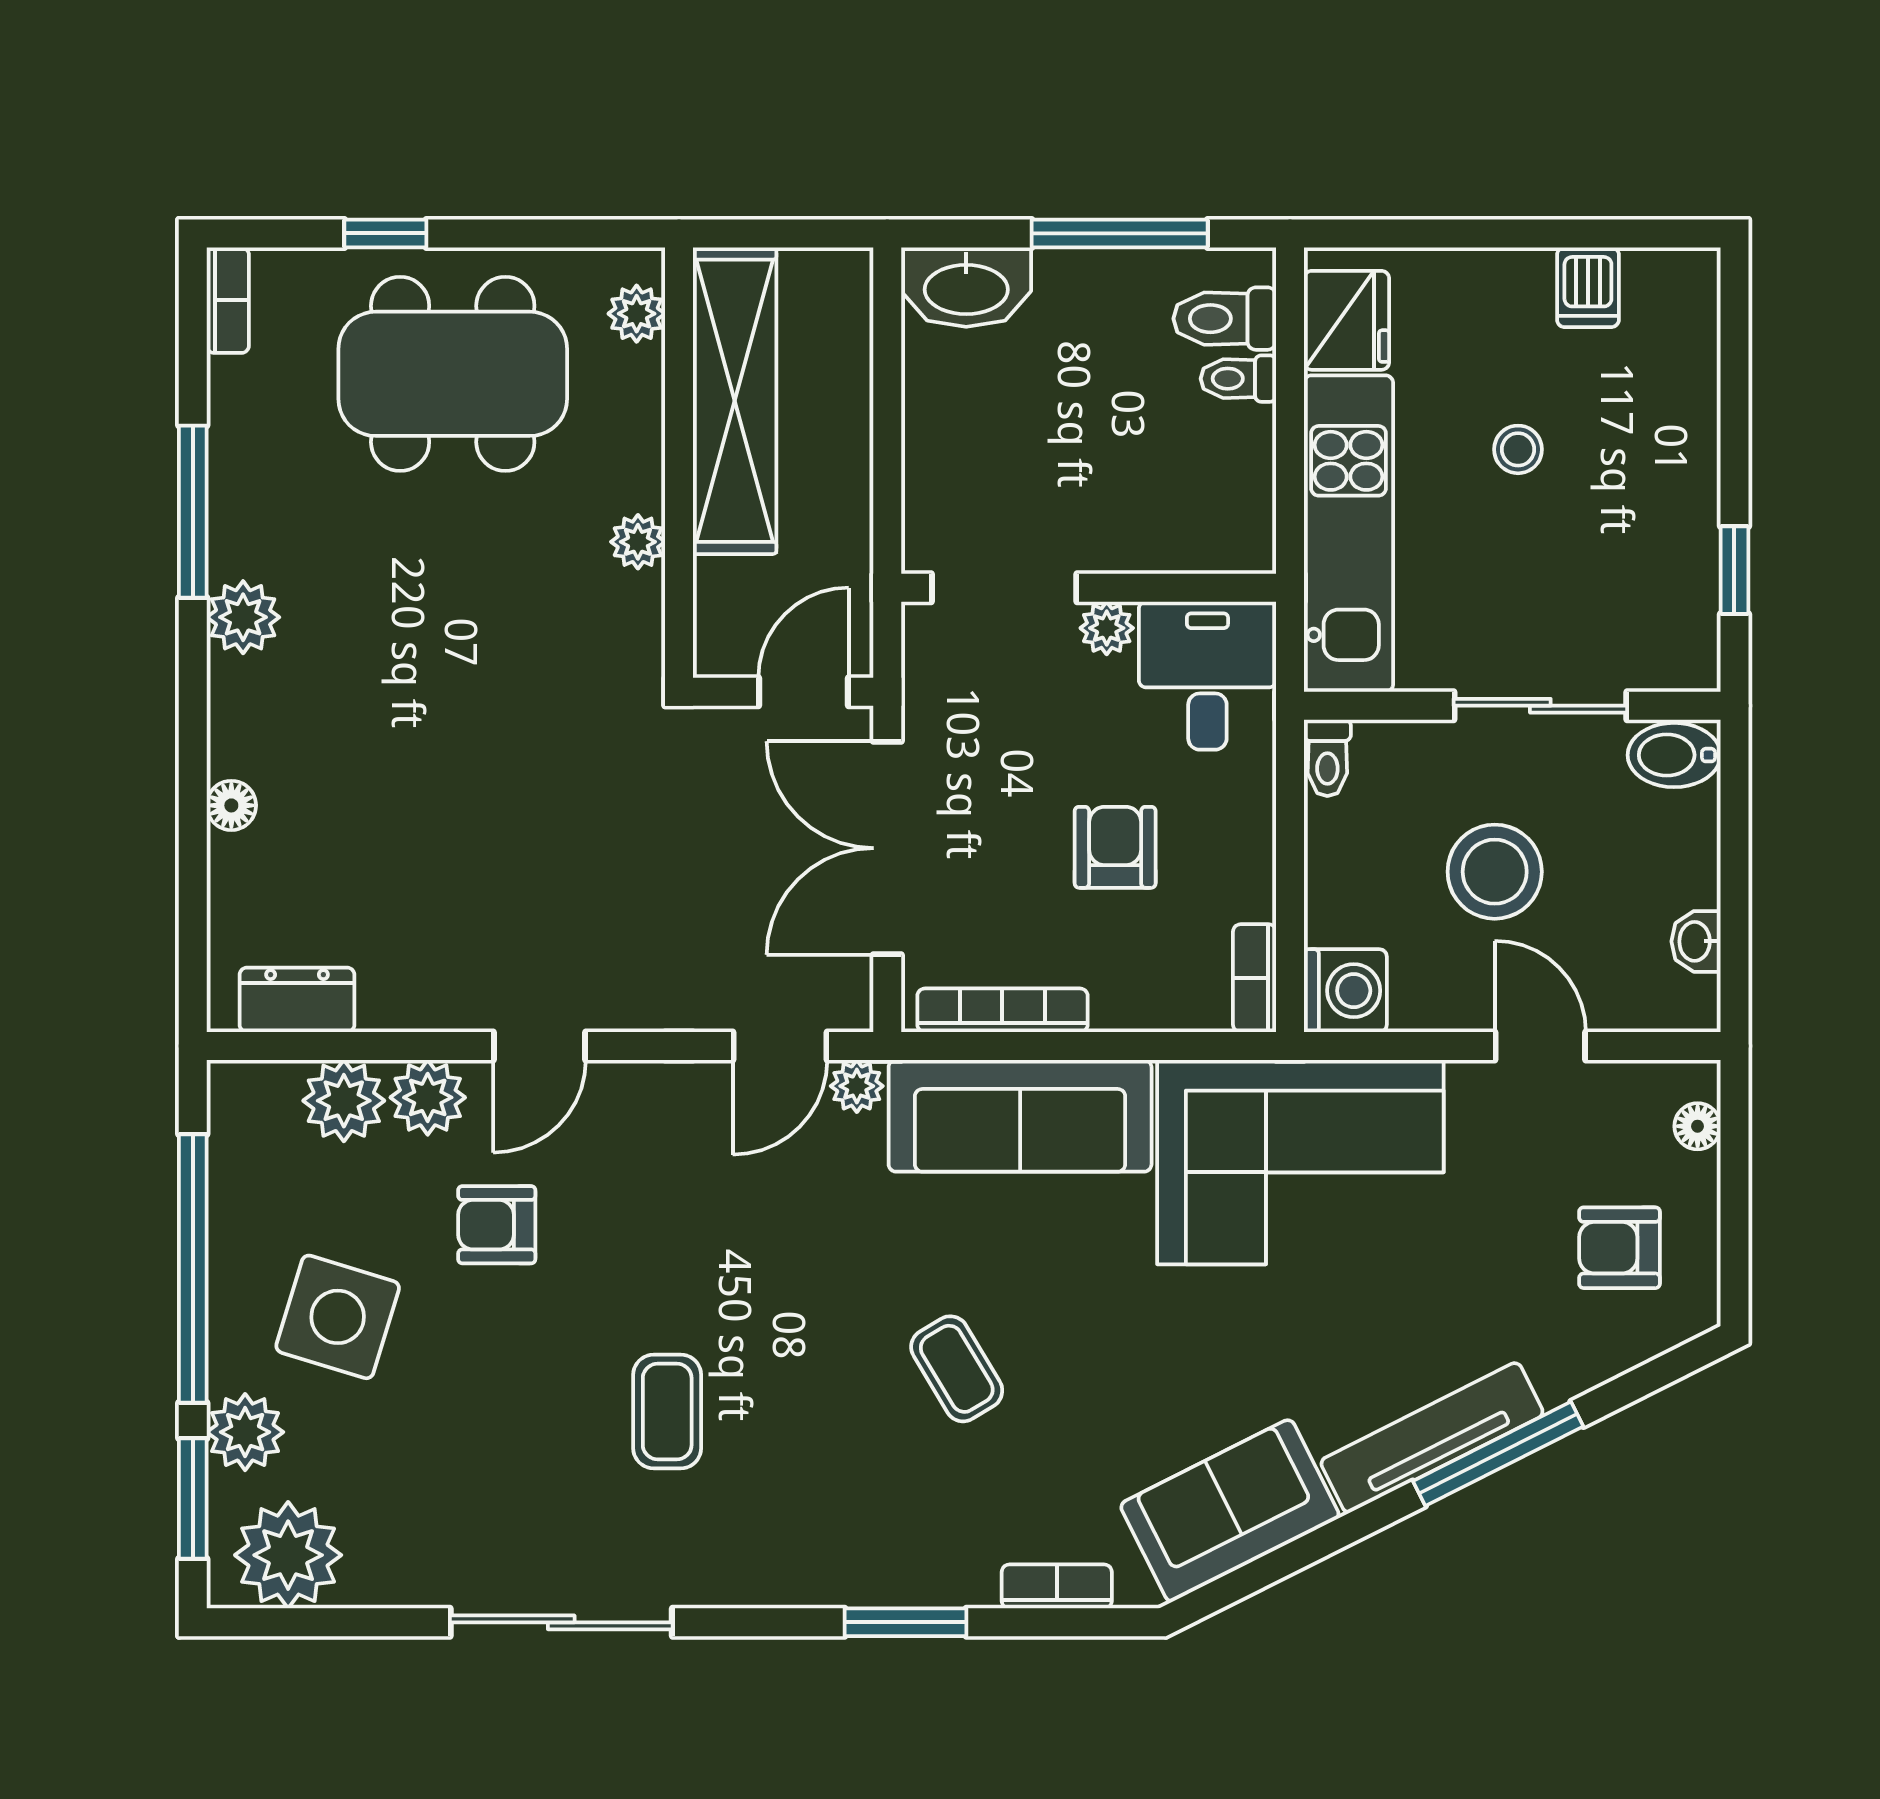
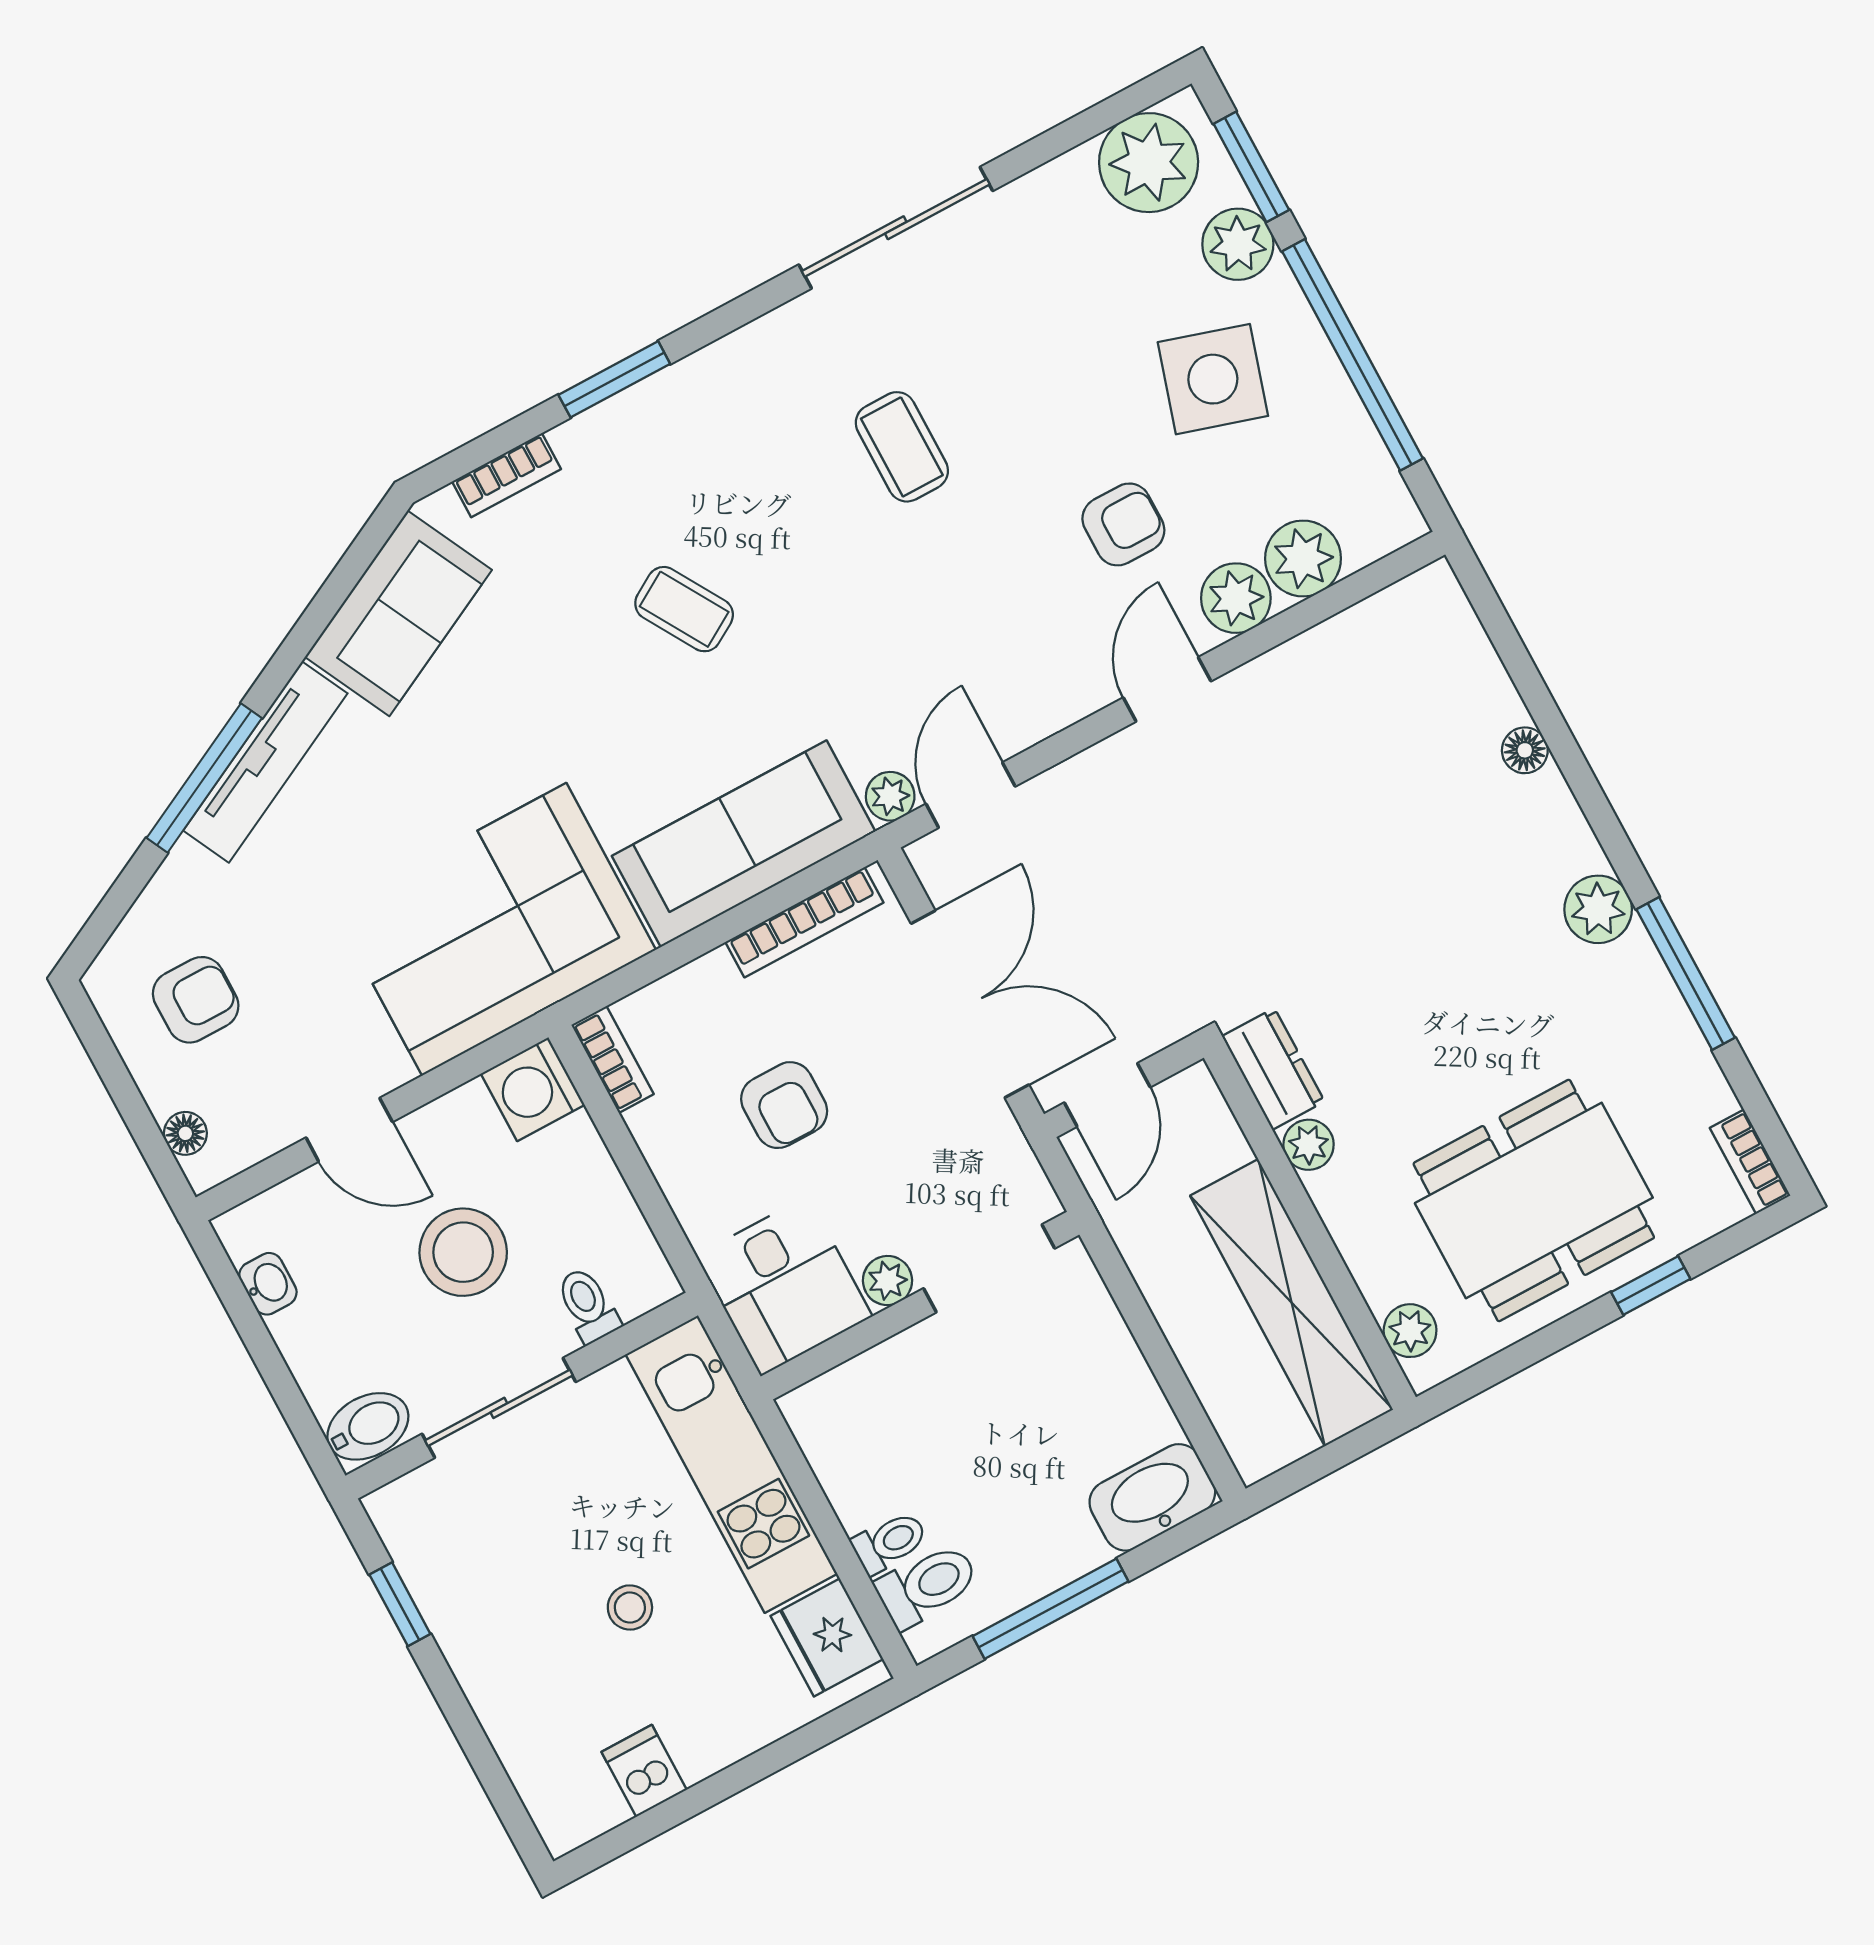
toilet: (1327, 758) -> (588, 1305), moved
dresser: (297, 1000) -> (1273, 1069), moved, turned -90

